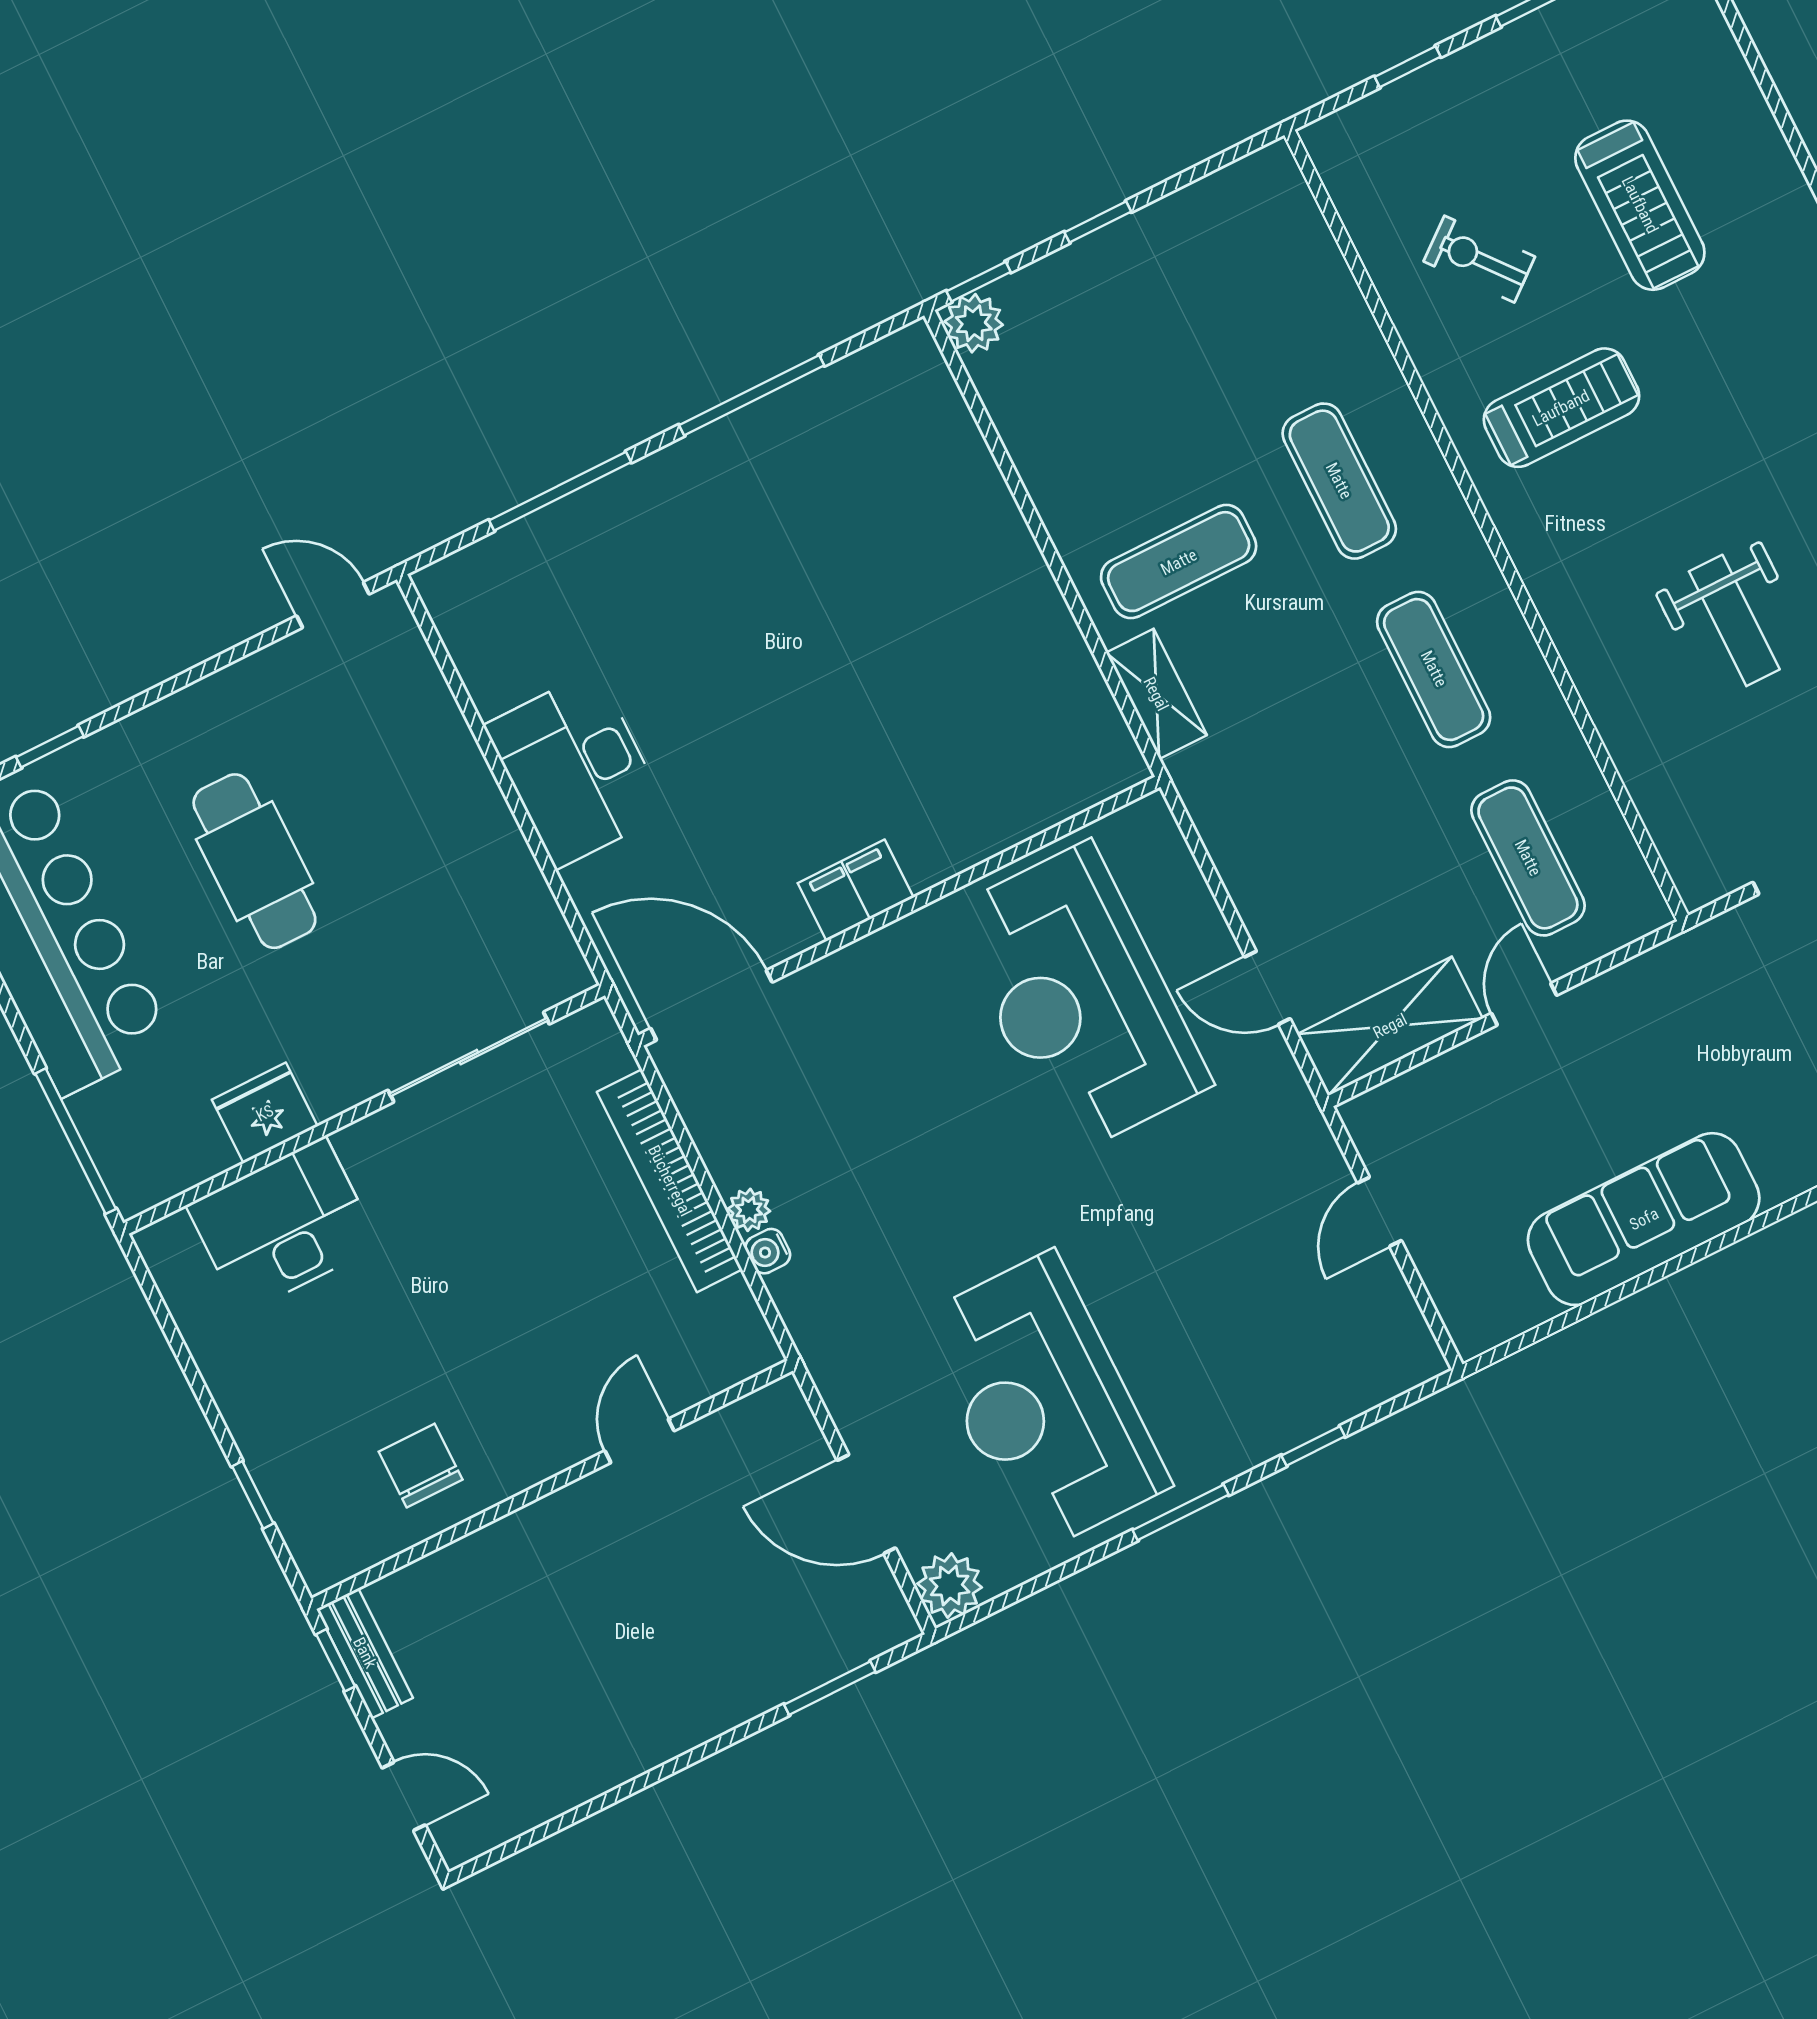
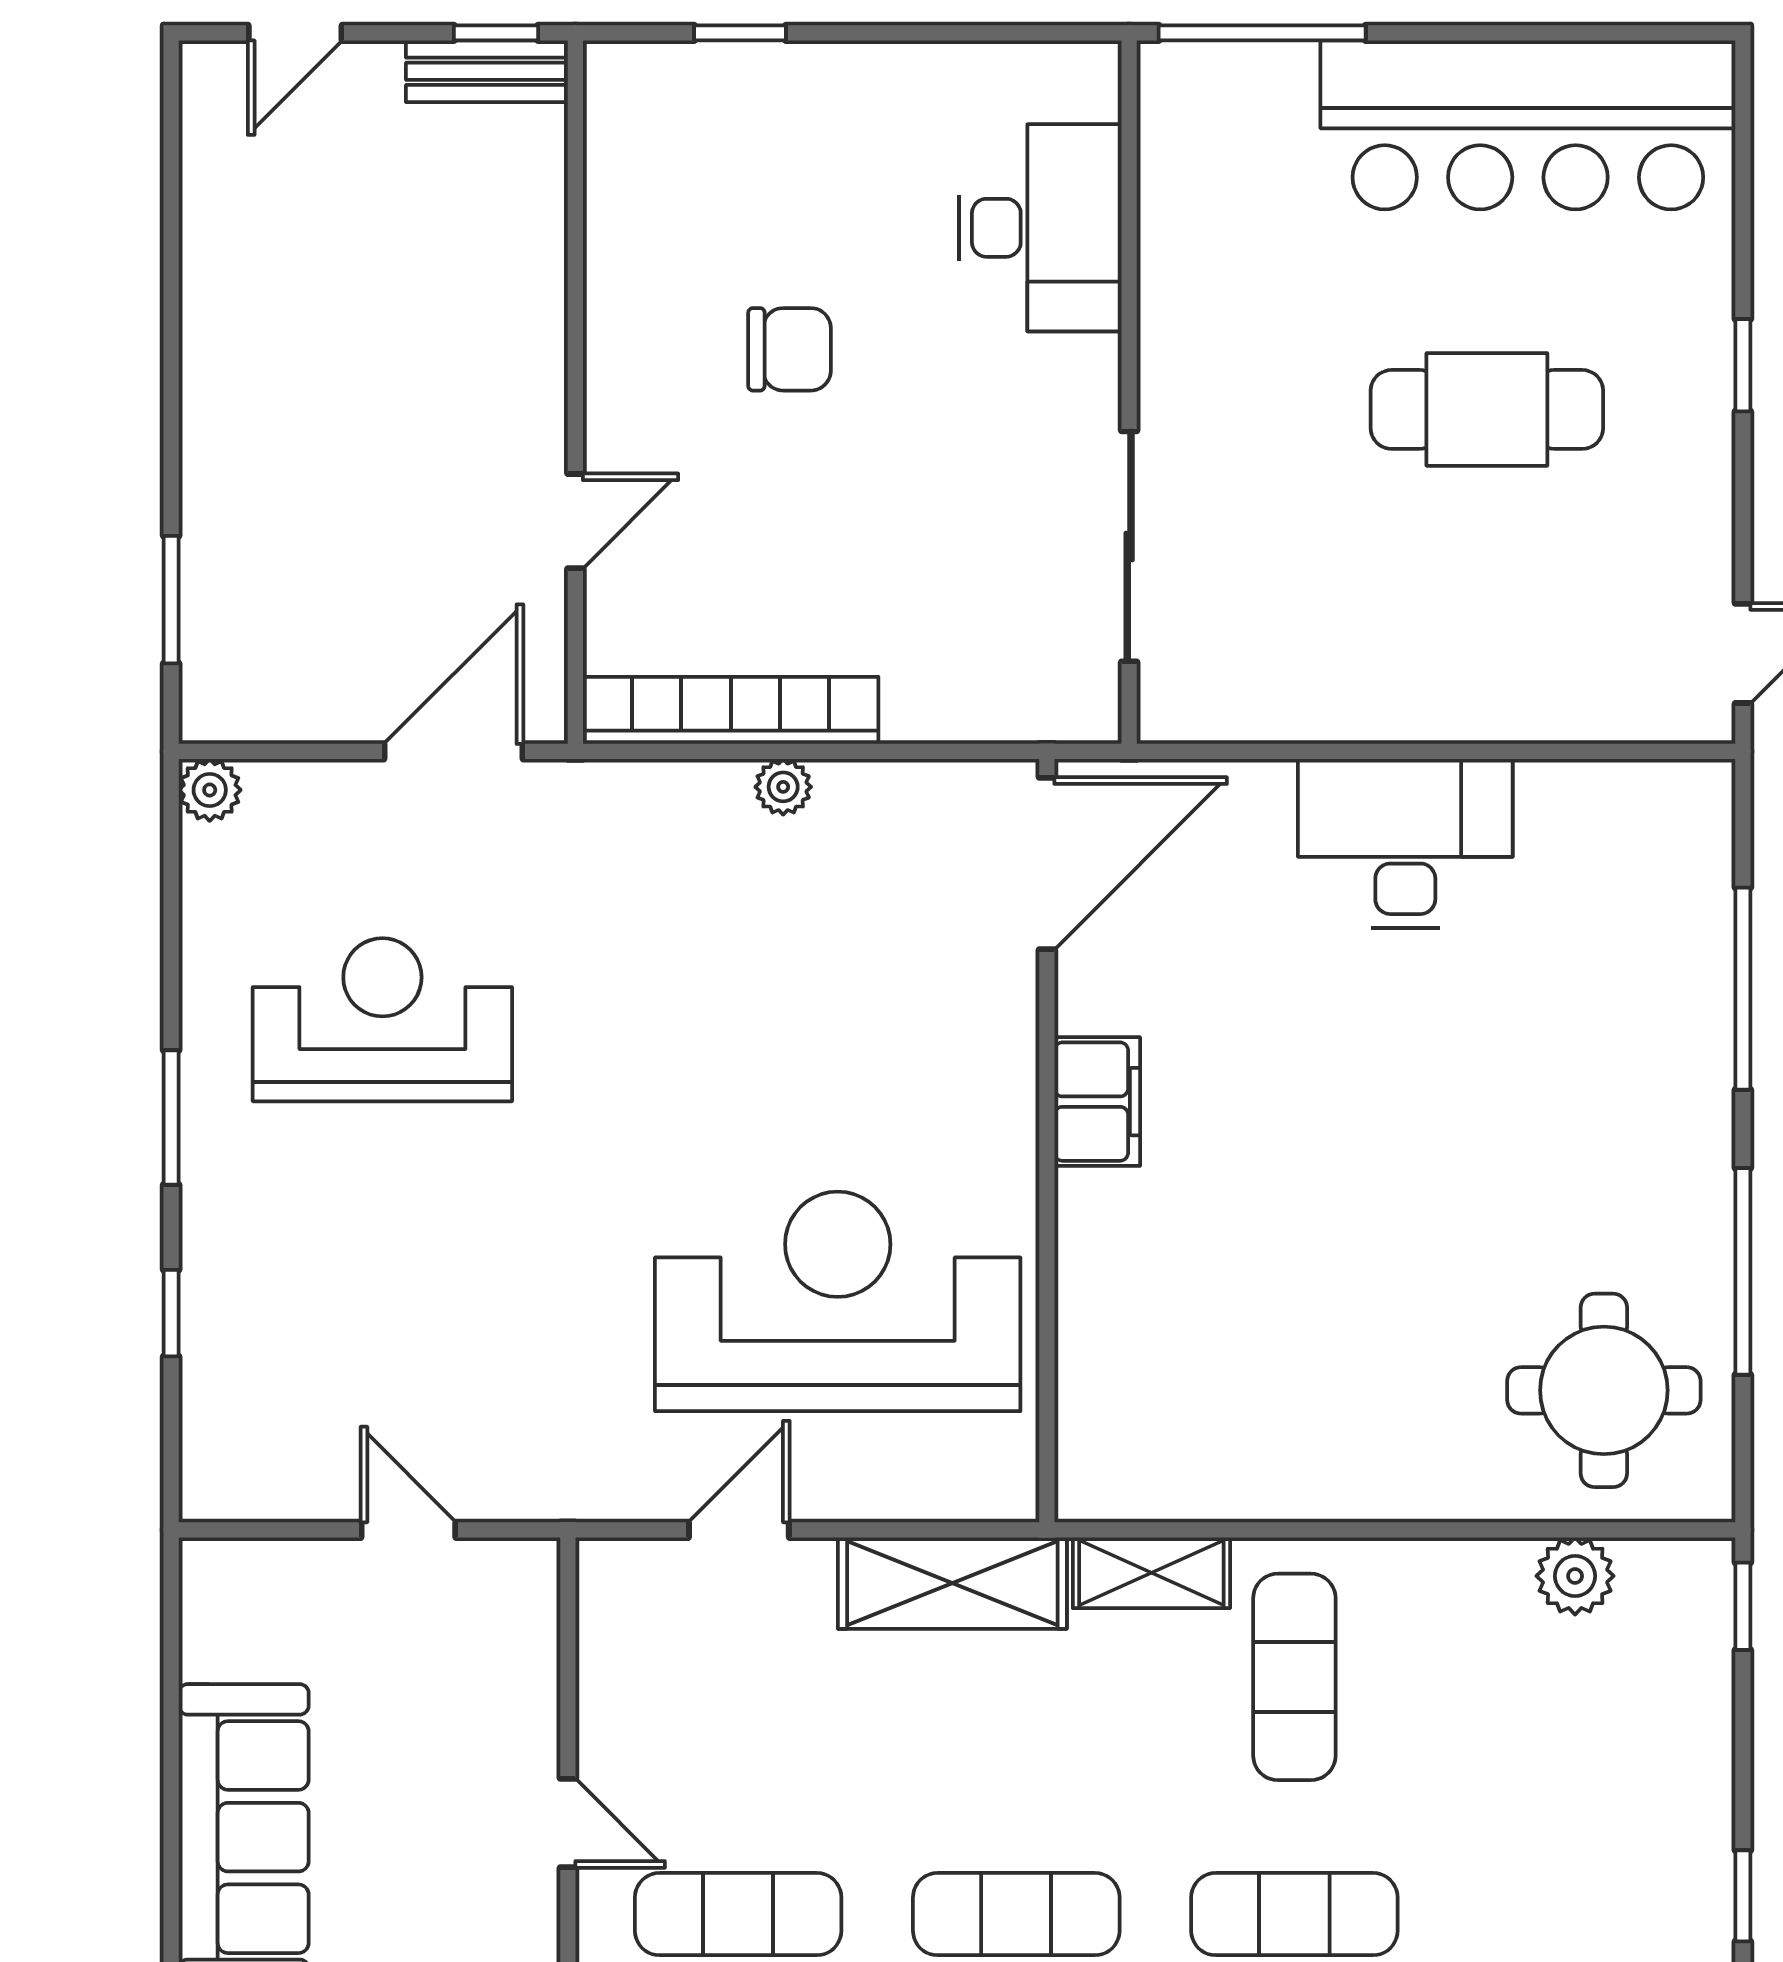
window: (1098, 222) -> (1743, 1896), moved
plant: (974, 323) -> (1575, 1576), moved
round table: (879, 449) -> (1604, 1390), added
window: (50, 747) -> (1743, 365), moved
shelving: (1390, 1026) -> (952, 1583), moved, turned 90
fridge: (265, 1113) -> (1184, 273), removed
bookcase: (670, 1181) -> (731, 710), moved
water cooler: (768, 1251) -> (723, 785), removed
reception desk: (1043, 1402) -> (382, 1020), width x0.74, depth x0.77
door: (639, 1441) -> (575, 521), hinge flipped
chair: (421, 1466) -> (790, 349), moved
door: (866, 1504) -> (453, 751), moved
plant: (950, 1586) -> (210, 790), width x0.73, depth x0.73

